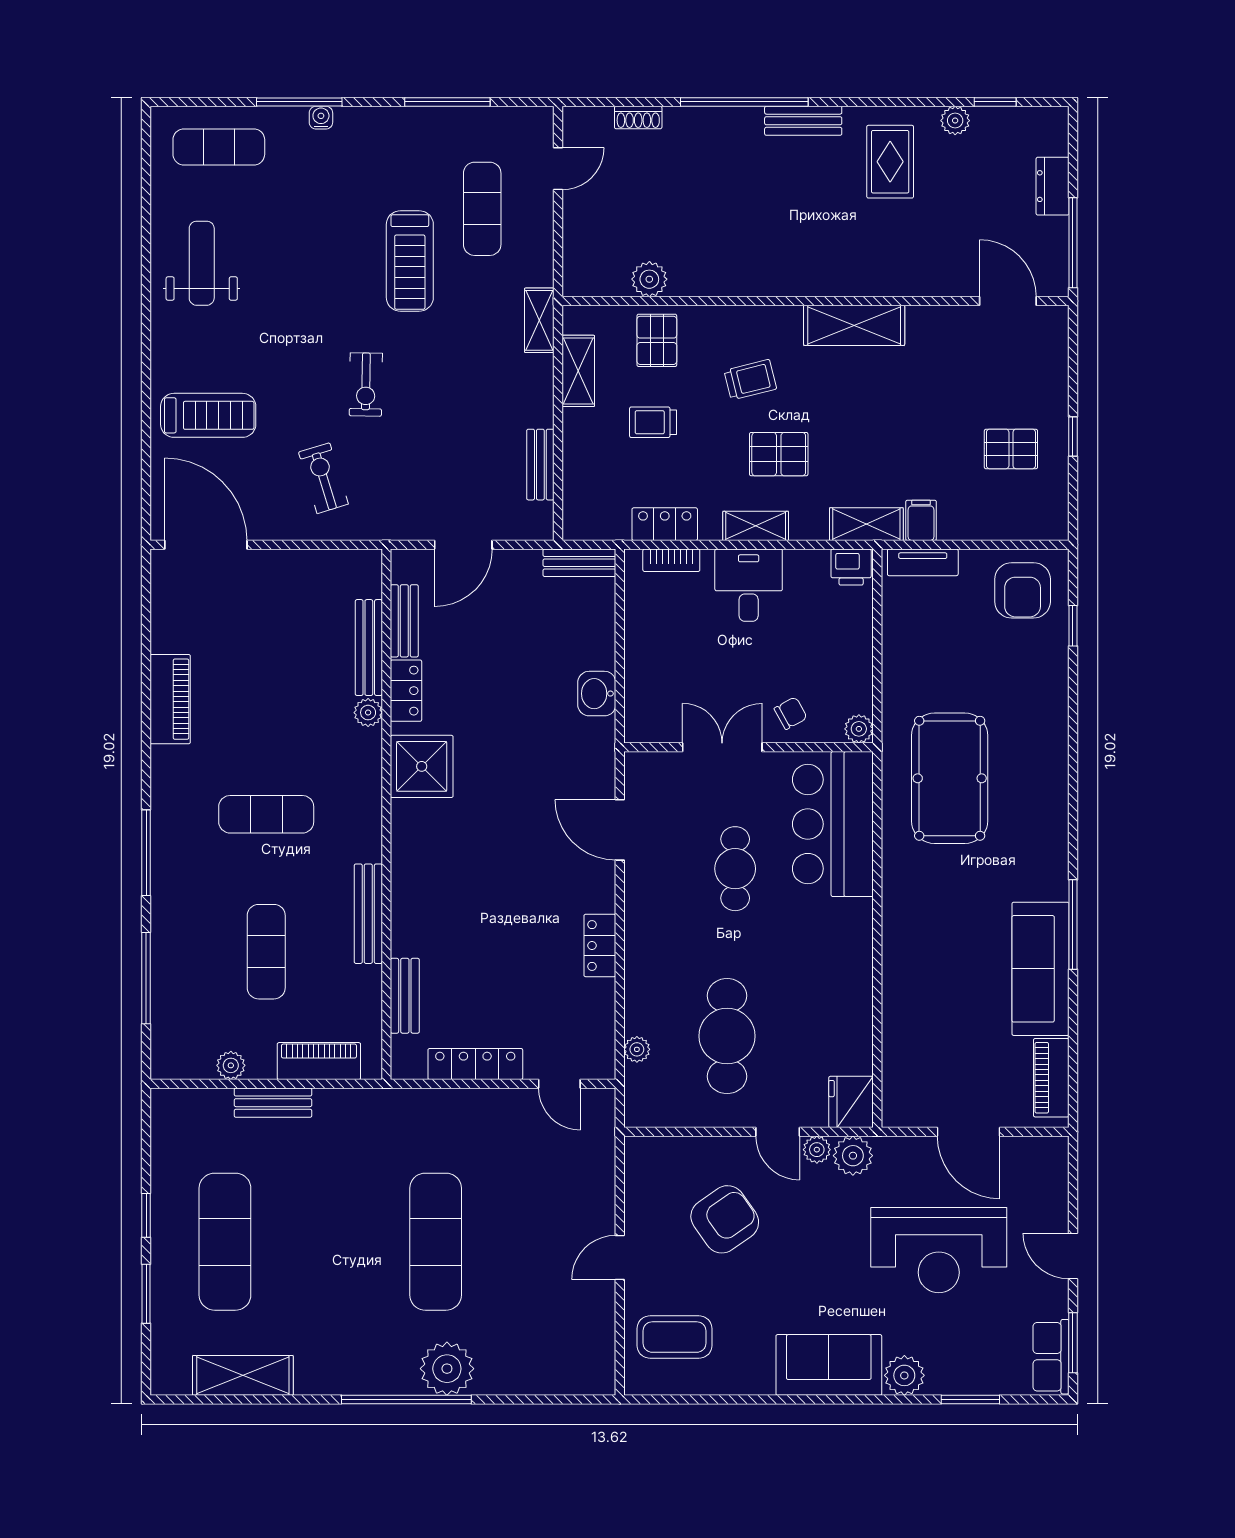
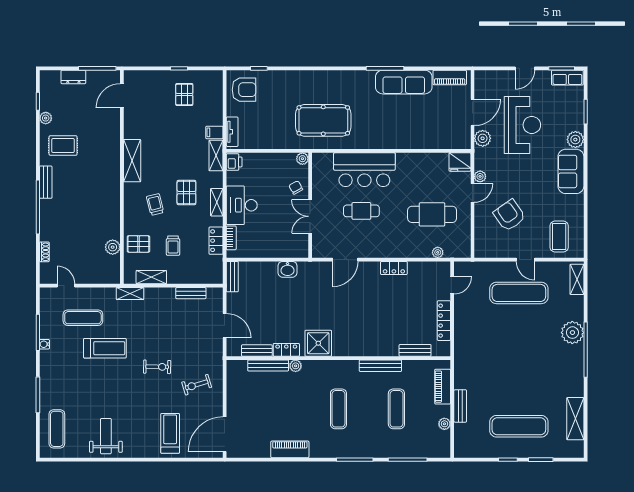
water cooler: (321, 118) -> (44, 344), moved
weight bench: (202, 263) -> (106, 436), turned 90
desk: (749, 585) -> (242, 205), width x1.37
bar counter: (833, 824) -> (364, 170), moved
exercise mat: (266, 952) -> (396, 409), turned 90
plant: (853, 1156) -> (483, 138), moved
exercise mat: (436, 1242) -> (519, 293), moved
shelving: (573, 1379) -> (577, 279), added

